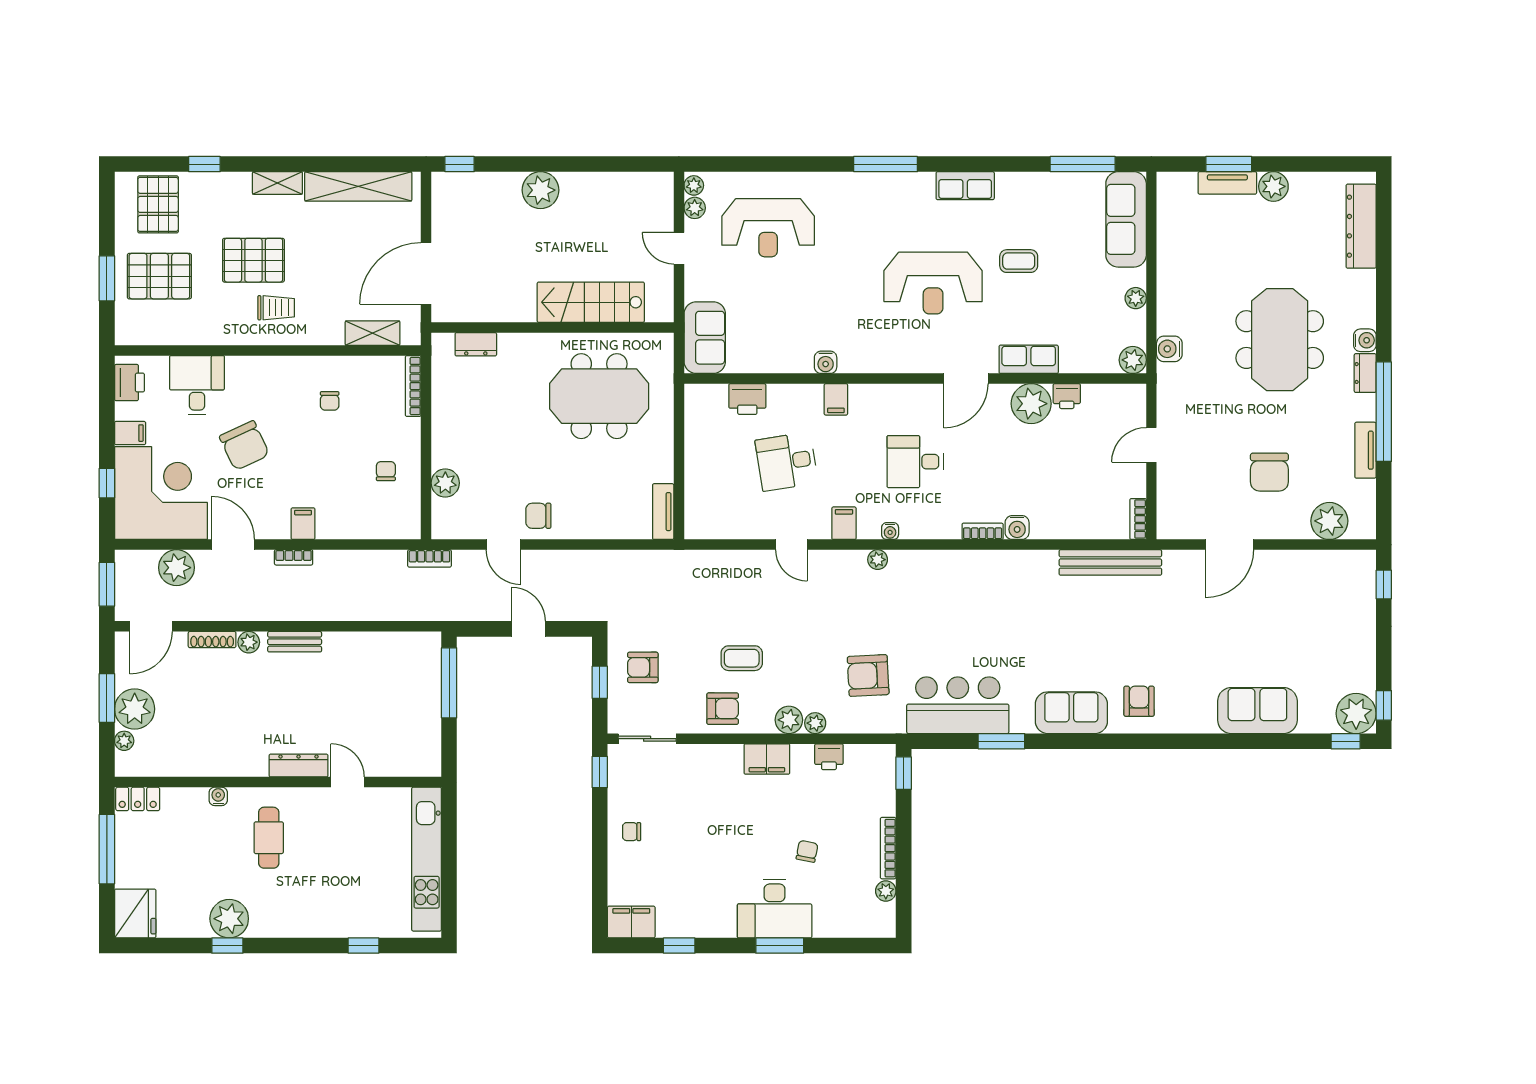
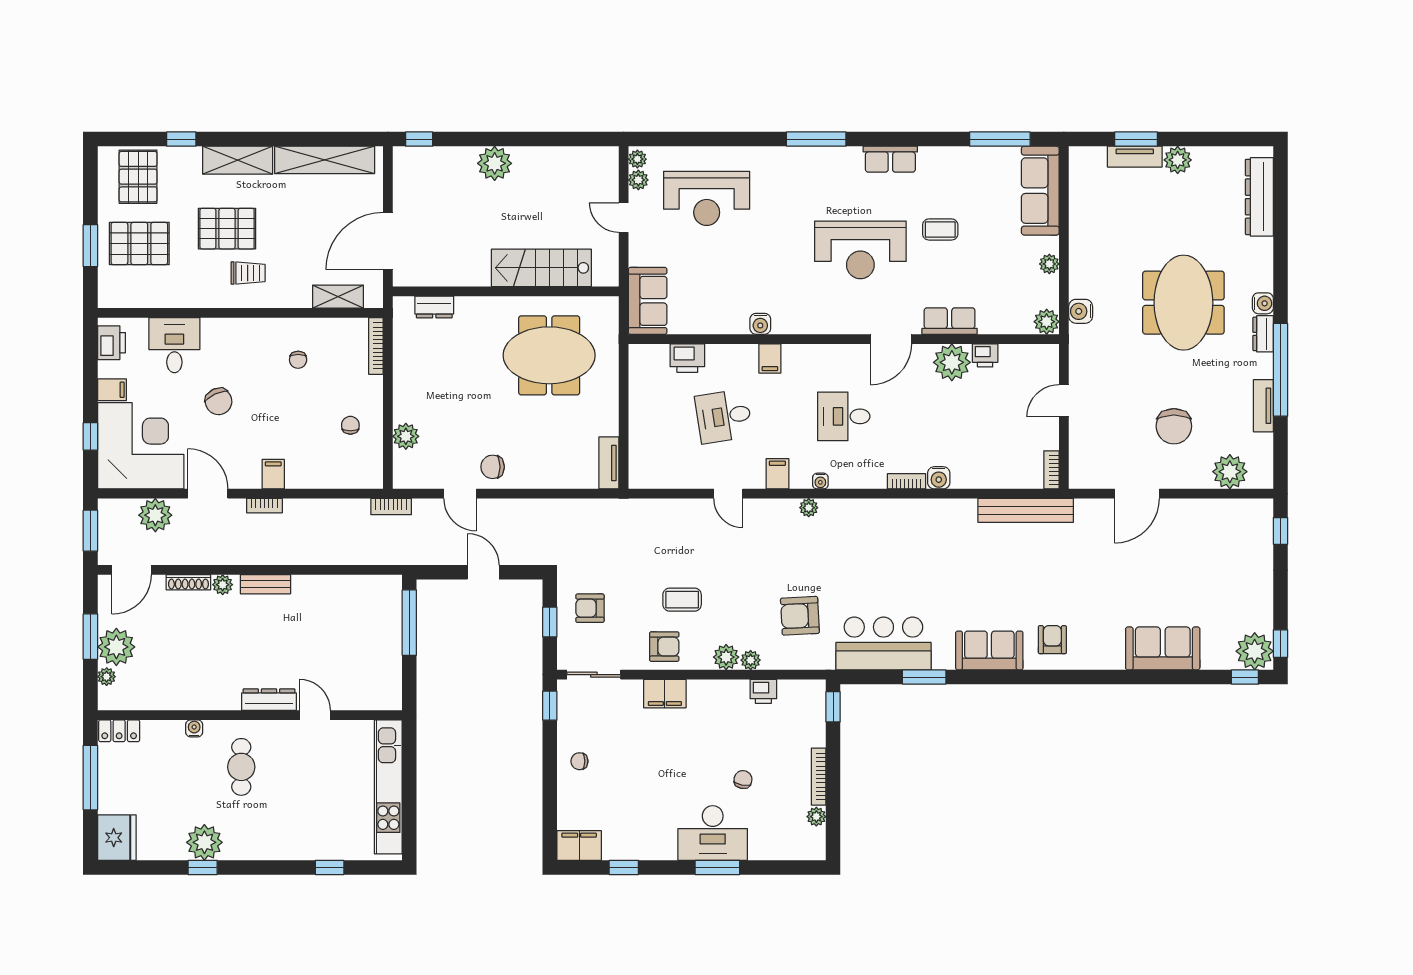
shelving: (277, 183) -> (238, 160), width x1.50, depth x1.33
chair: (244, 446) -> (219, 401), width x0.73, depth x0.73
filing cabinet: (767, 759) -> (665, 694), moved

